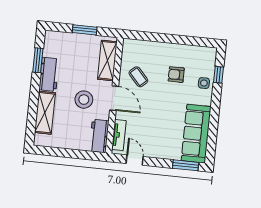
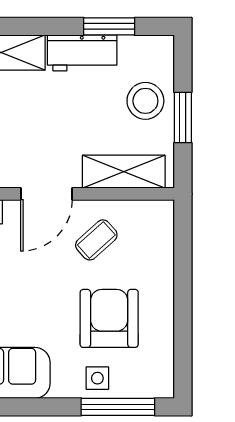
armchair: (176, 75) -> (109, 318), width x1.88, depth x1.88
window: (219, 75) -> (118, 407), width x2.17
stool: (84, 100) -> (145, 101), moved

